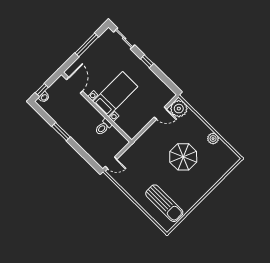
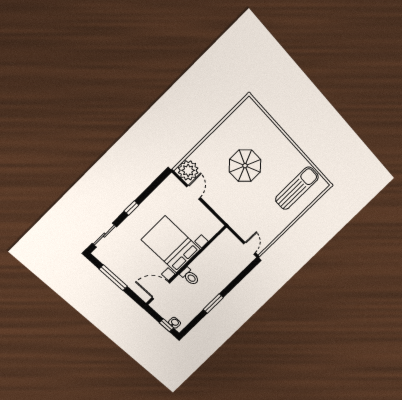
bed with nightstands: (115, 94) -> (171, 245), width x1.36
toilet: (103, 127) -> (190, 276), moved
plant: (213, 139) -> (224, 129), removed

